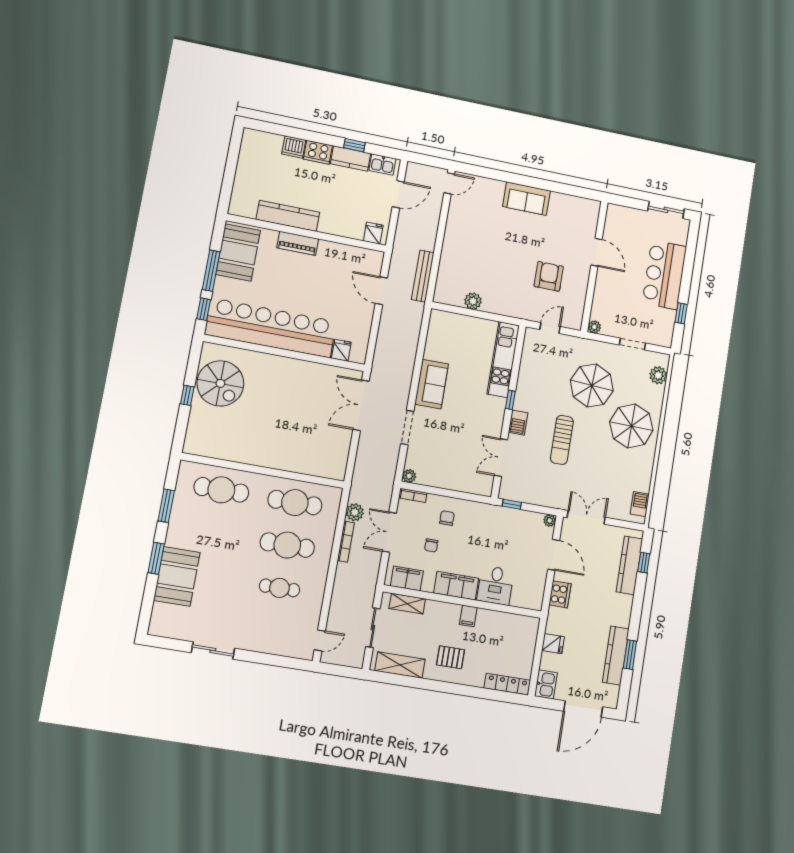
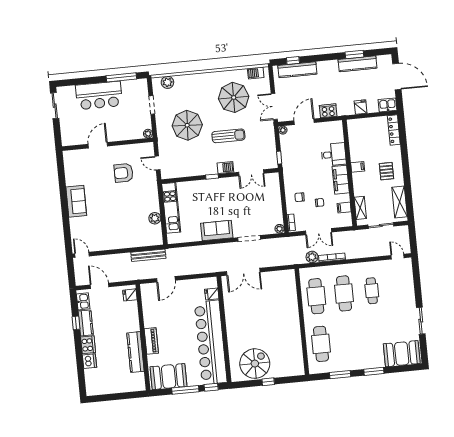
window: (681, 313) -> (121, 77), width x2.17
kitchen unit: (503, 360) -> (171, 208), moved, turned -90
parasol: (631, 426) -> (234, 97), moved
booth: (177, 576) -> (402, 354), moved
filing cabinet: (407, 578) -> (344, 208), width x0.50

